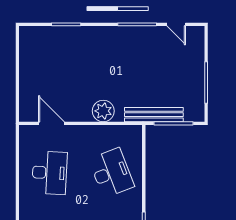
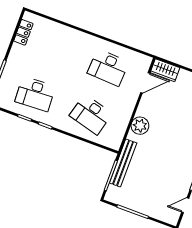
wardrobe: (28, 106) -> (165, 70), added
desk: (111, 173) -> (91, 115), turned 36

